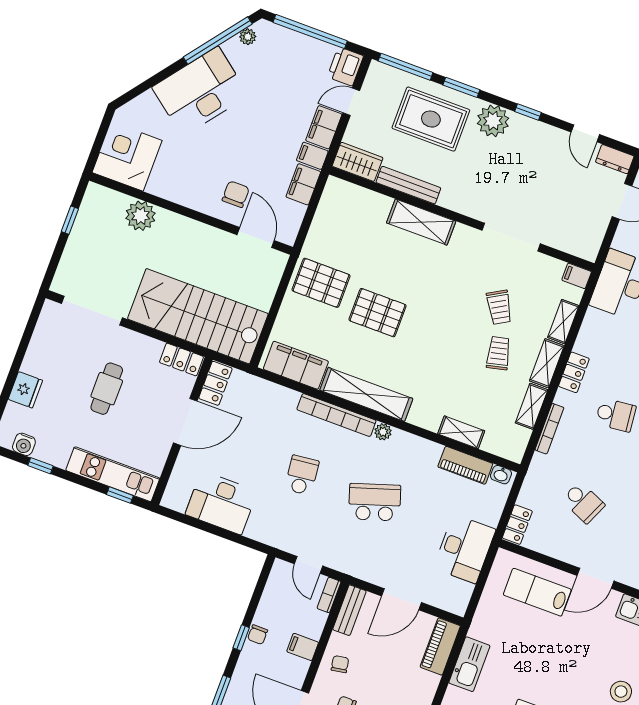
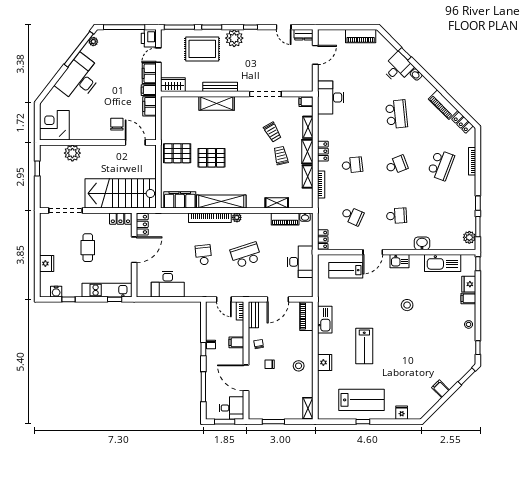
bench: (408, 185) -> (220, 87), moved

